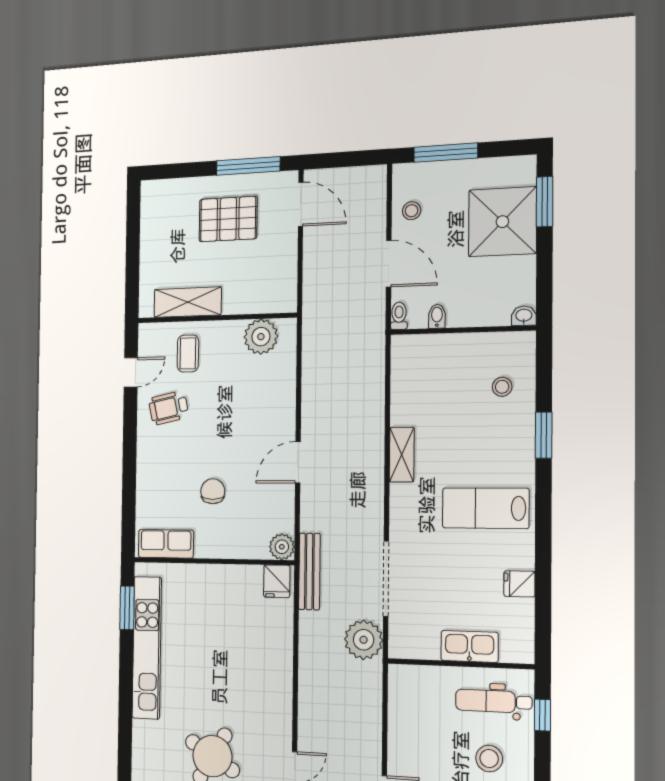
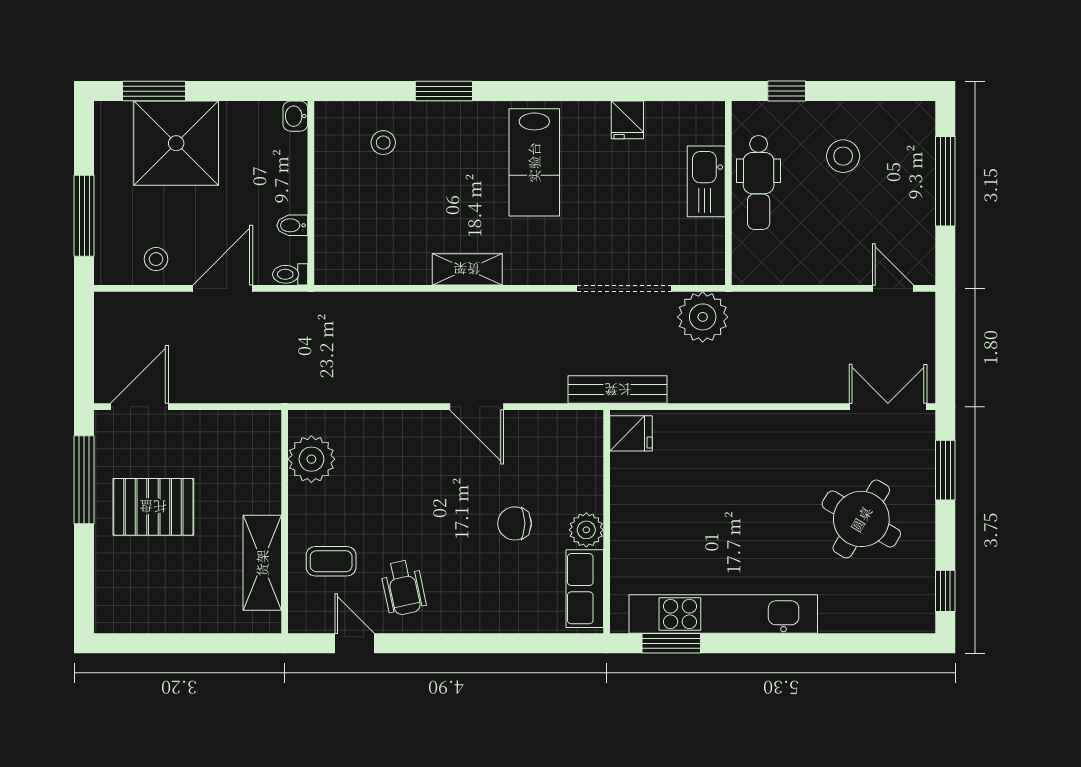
pallet: (228, 219) -> (153, 507), turned 90
plant: (282, 547) -> (586, 530), moved
dental chair: (494, 701) -> (759, 183), moved

